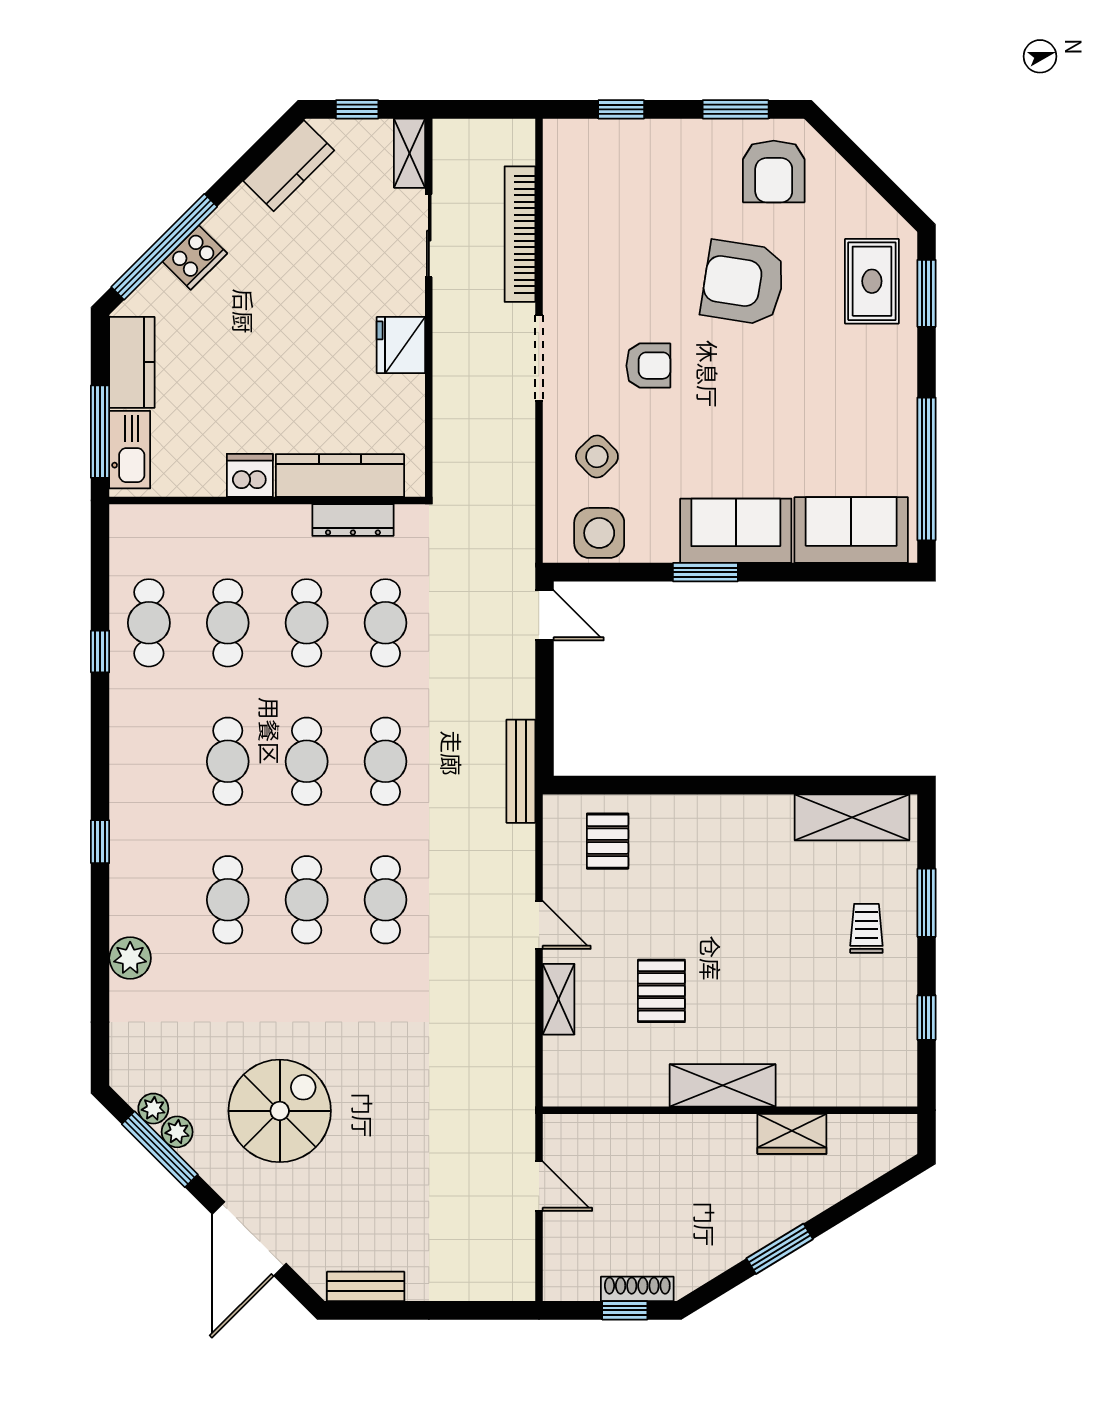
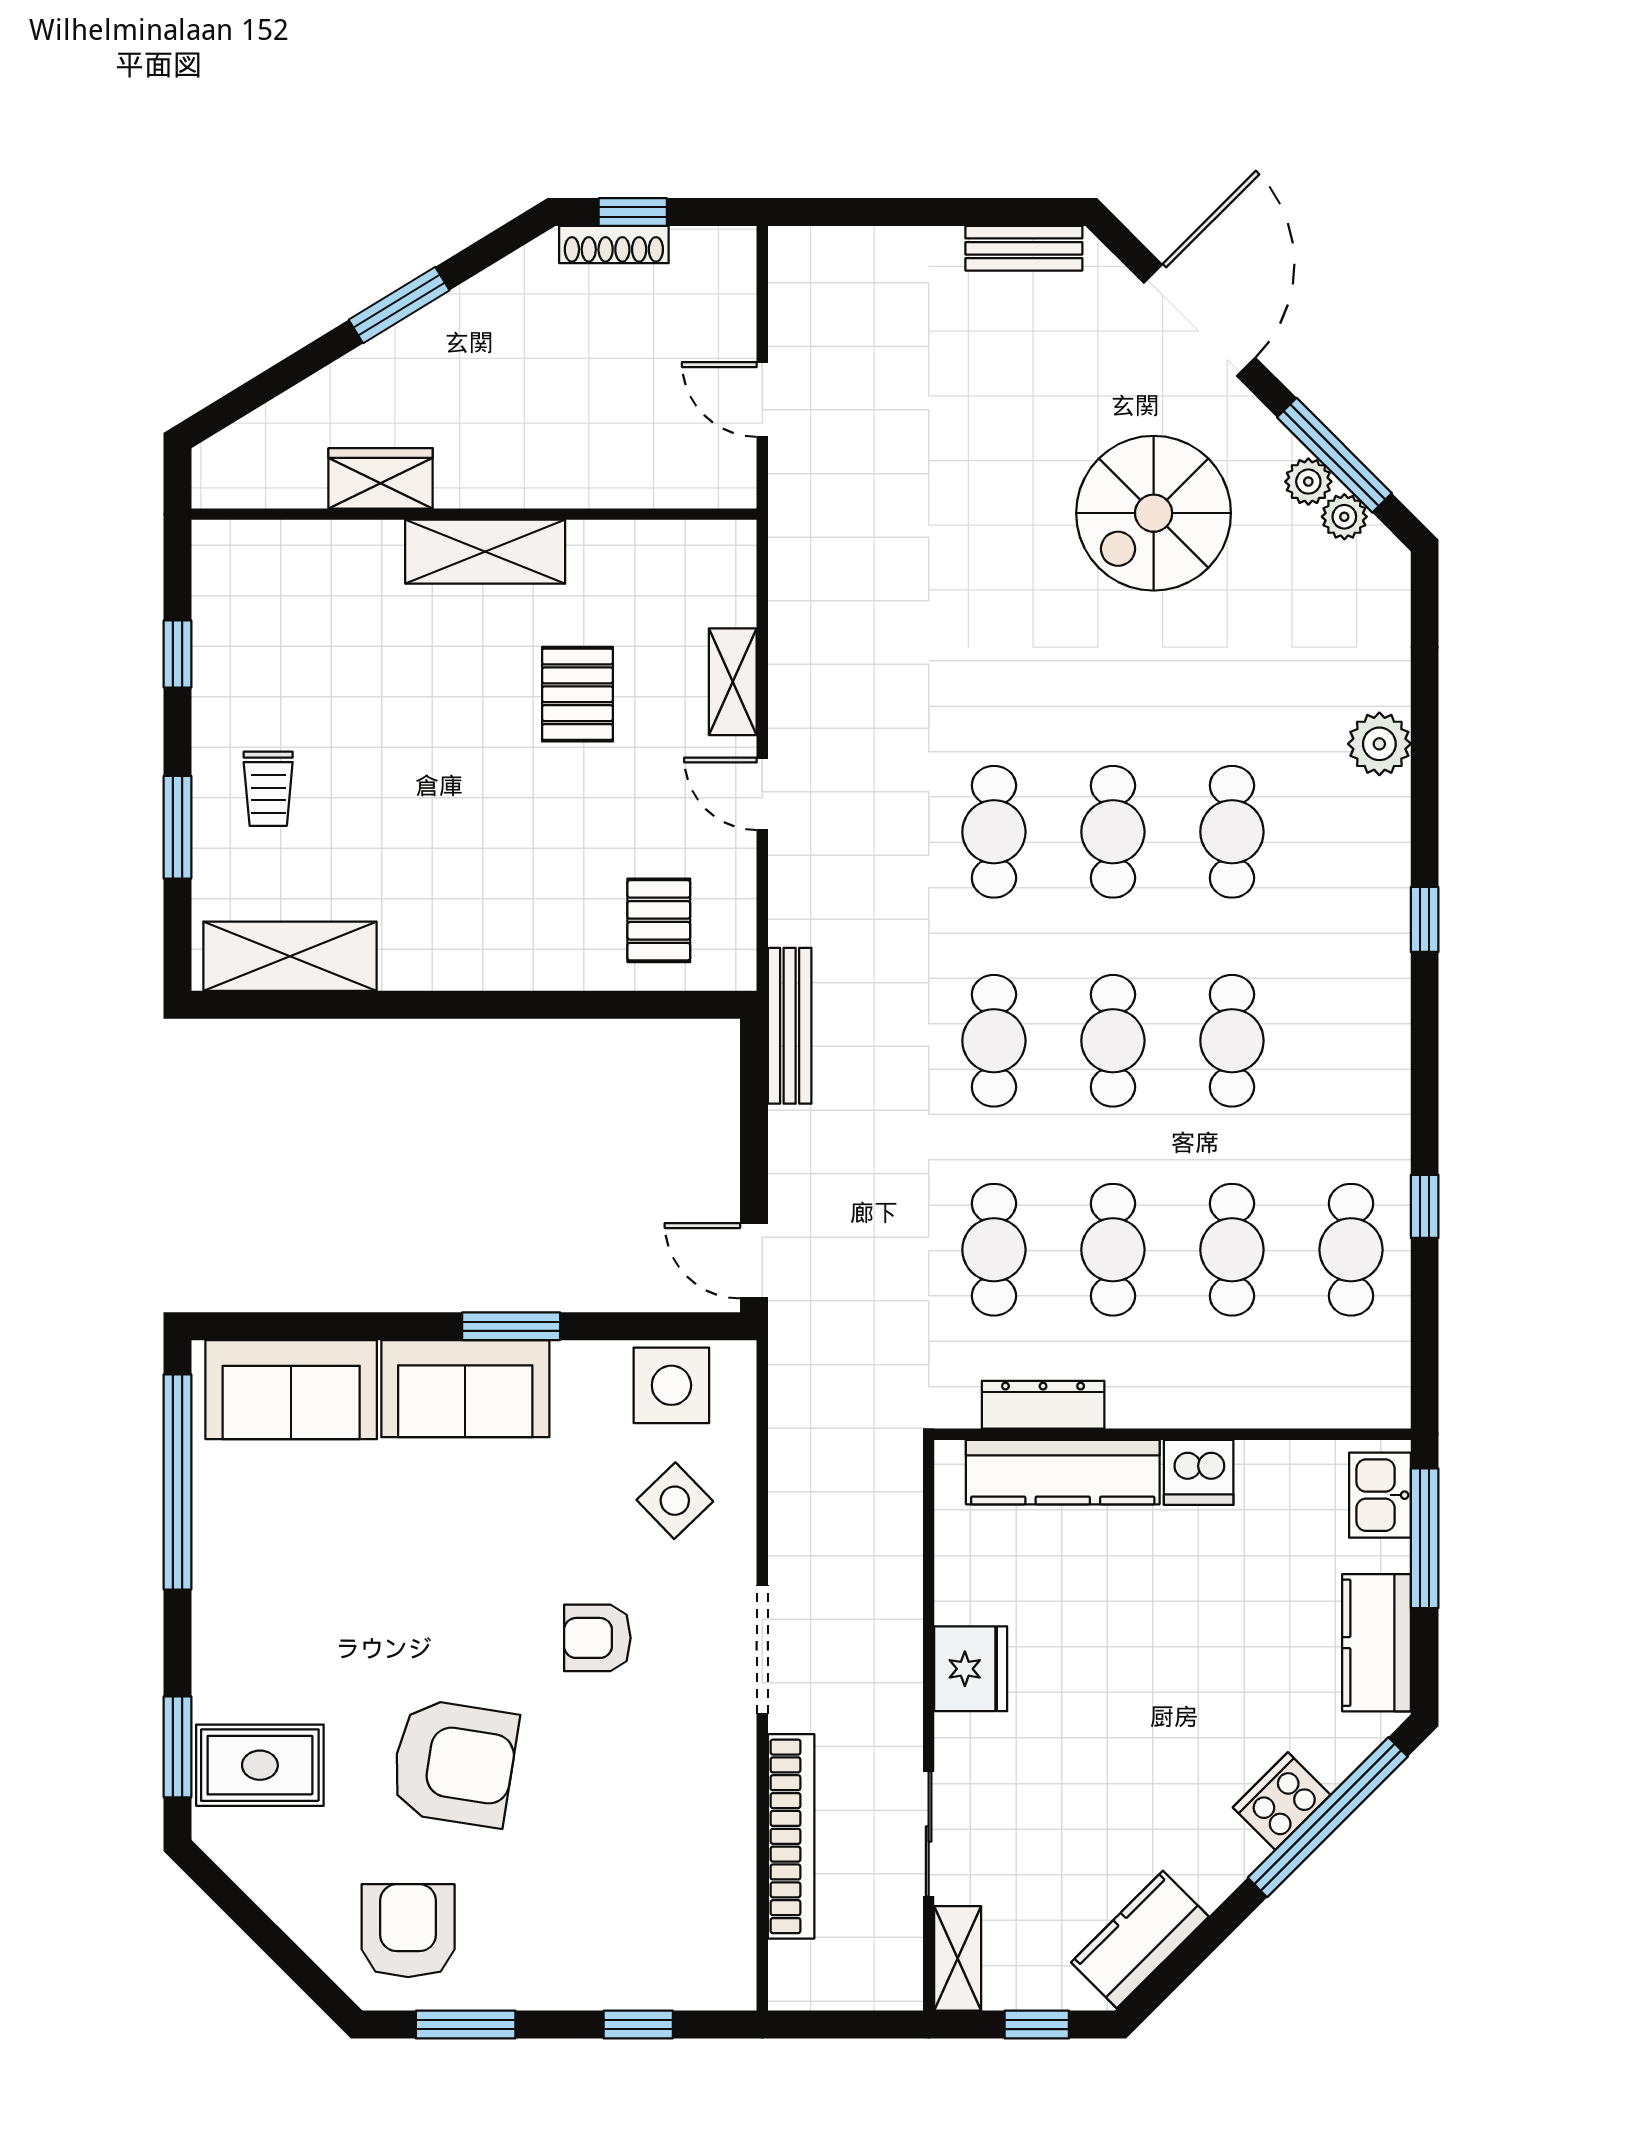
rug: (872, 281) -> (260, 1765), turned 90
kitchen sink: (130, 450) -> (1380, 1495), width x0.73

